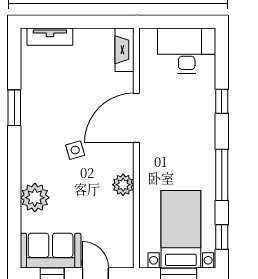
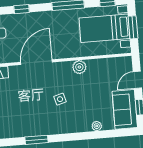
door: (136, 118) -> (37, 62), swing flipped
plant: (35, 198) -> (97, 126), width x0.53, depth x0.53

